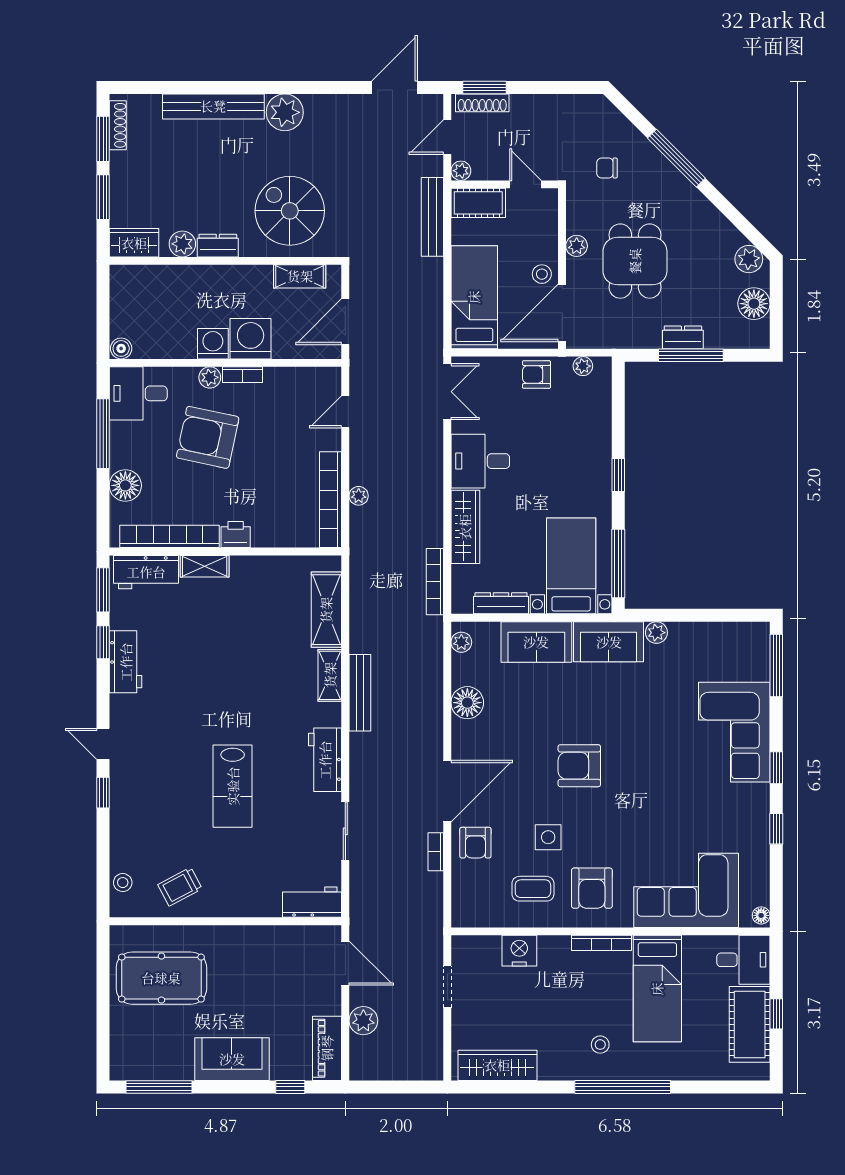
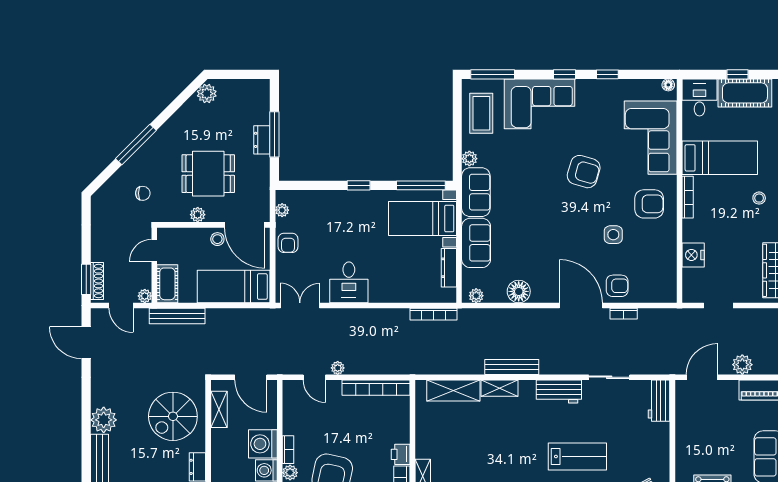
chair: (607, 168) -> (143, 193), turned -90
floor lamp: (754, 304) -> (238, 90), removed
plant: (359, 496) -> (338, 368), moved
wardrobe: (465, 527) -> (395, 293), removed
armchair: (579, 766) -> (584, 172), moved, turned -74
coffee table: (533, 889) -> (481, 113), moved, width x1.36, depth x1.30

